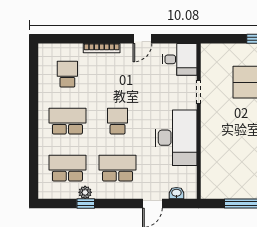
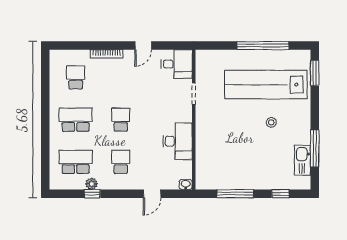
desk: (176, 138) -> (178, 141), width x0.73, depth x0.77
school desk: (118, 168) -> (121, 162), width x0.54
washbasin: (176, 193) -> (186, 184), moved

